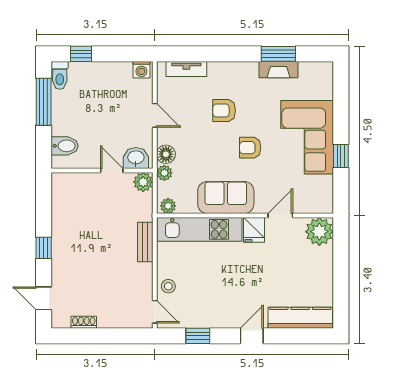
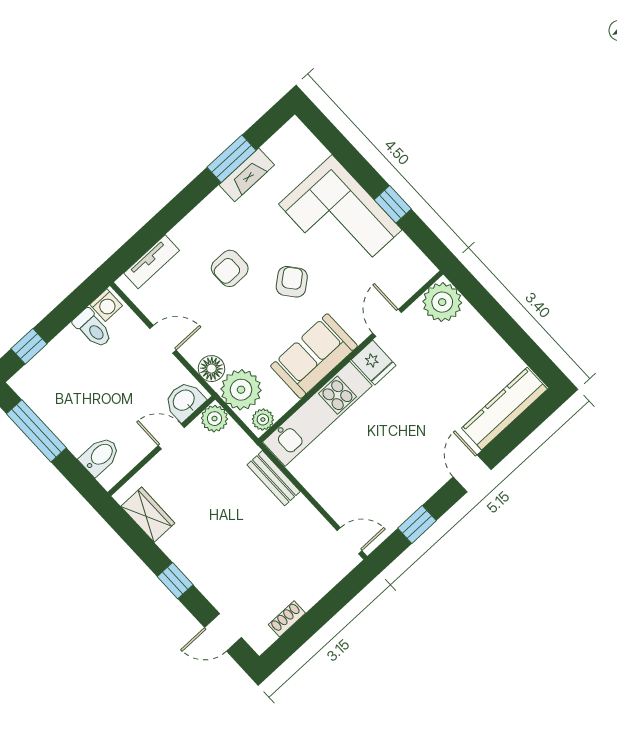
toilet: (60, 75) -> (93, 328), moved
armchair: (250, 148) -> (292, 282), turned 141
plant: (164, 173) -> (241, 390), width x1.87, depth x1.87
wardrobe: (61, 200) -> (148, 515), added
stool: (168, 286) -> (339, 502), removed

